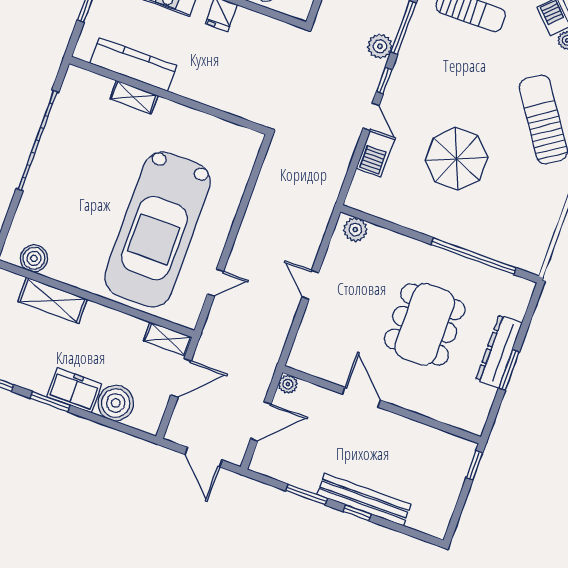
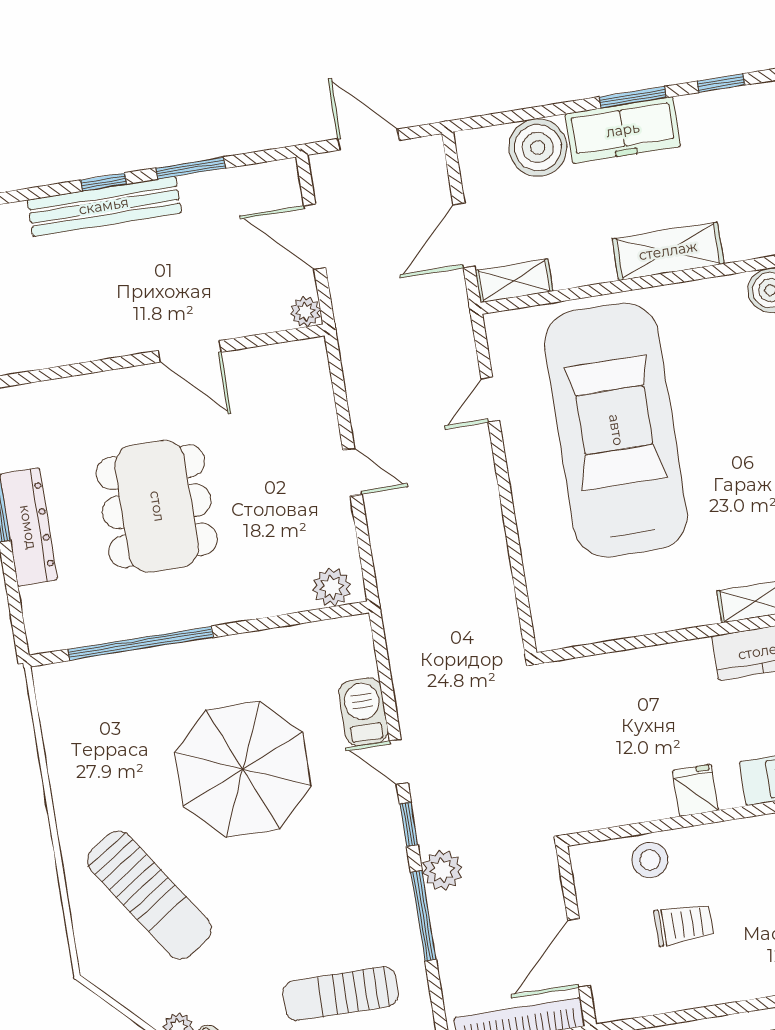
parasol: (456, 159) -> (243, 769), width x1.36, depth x1.36
shelving: (52, 300) -> (668, 251), moved
freezer: (74, 390) -> (623, 130), width x1.40
door: (261, 421) -> (315, 237), hinge flipped

